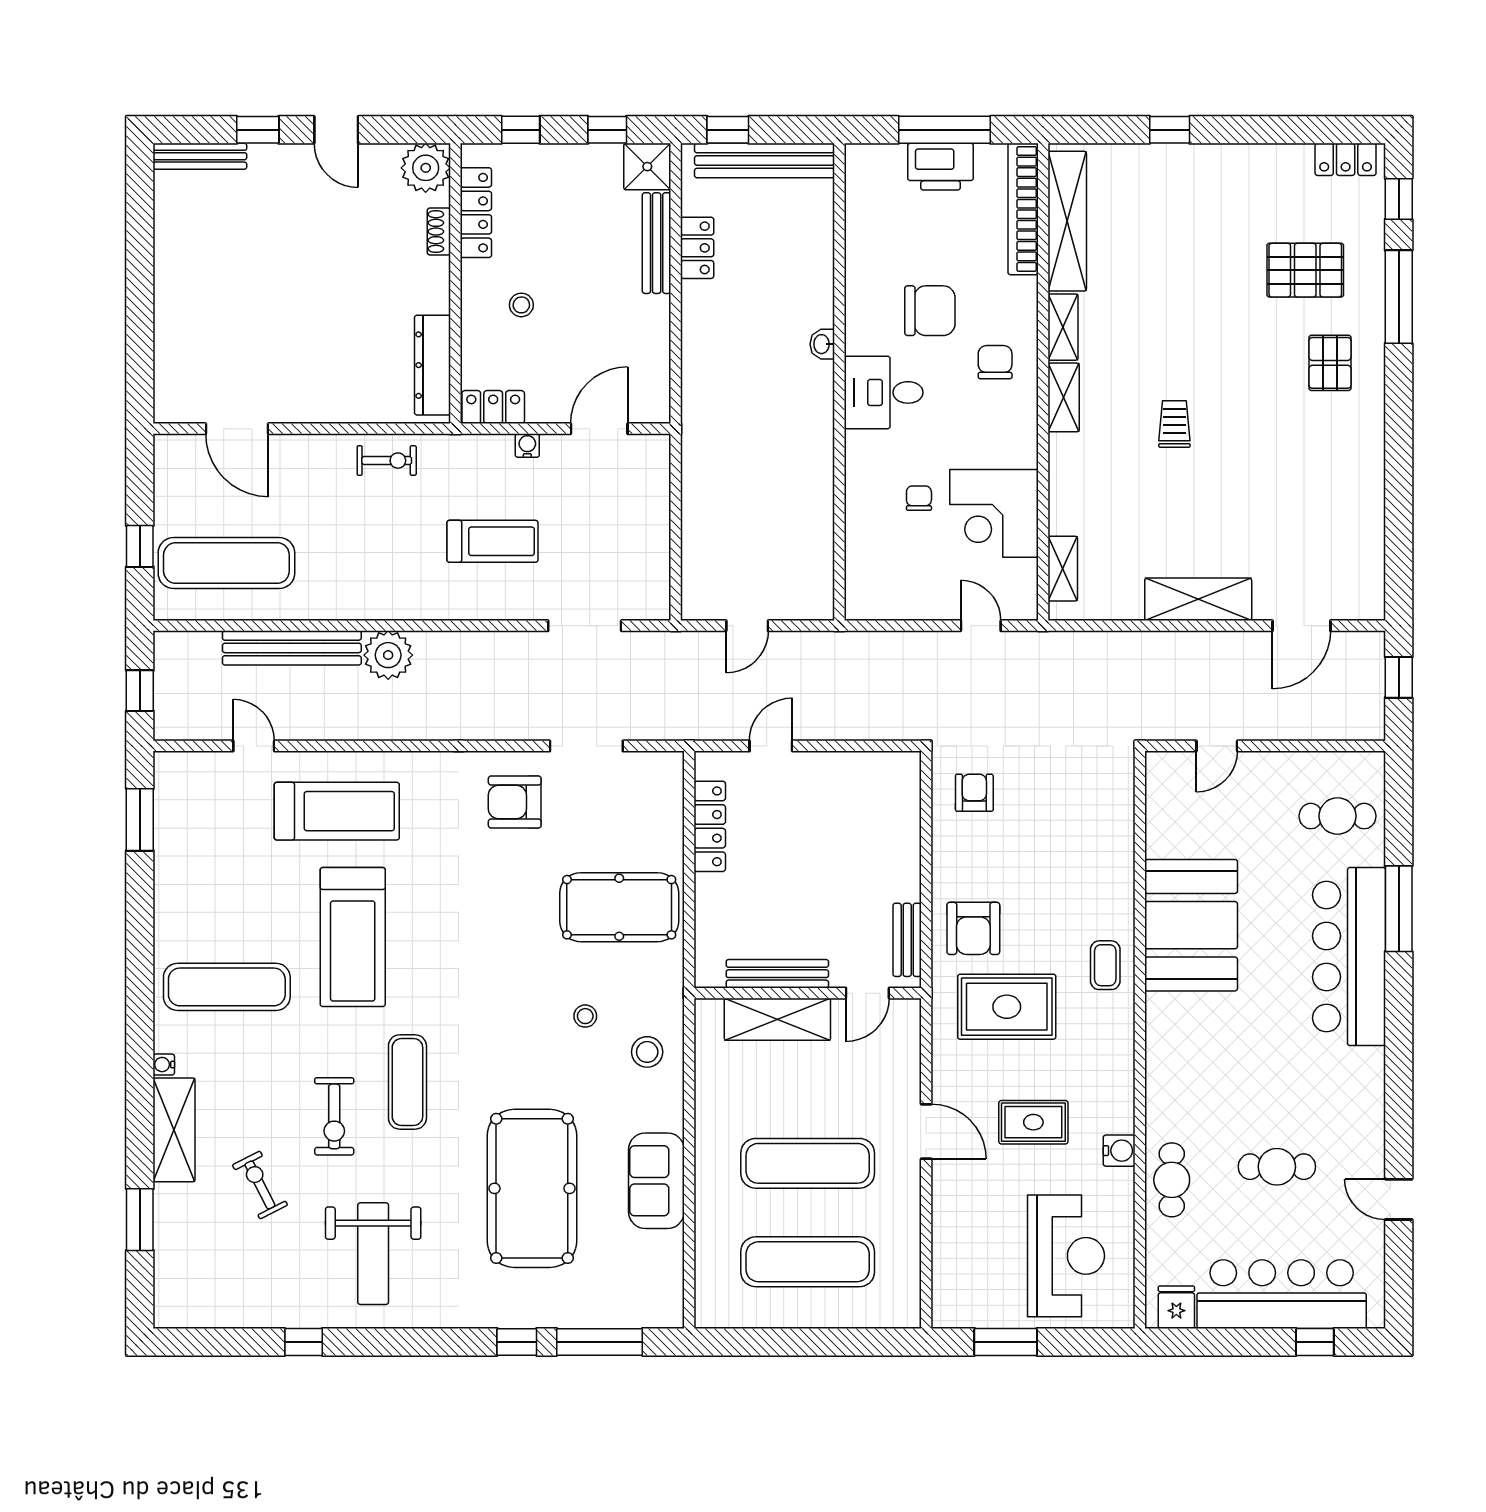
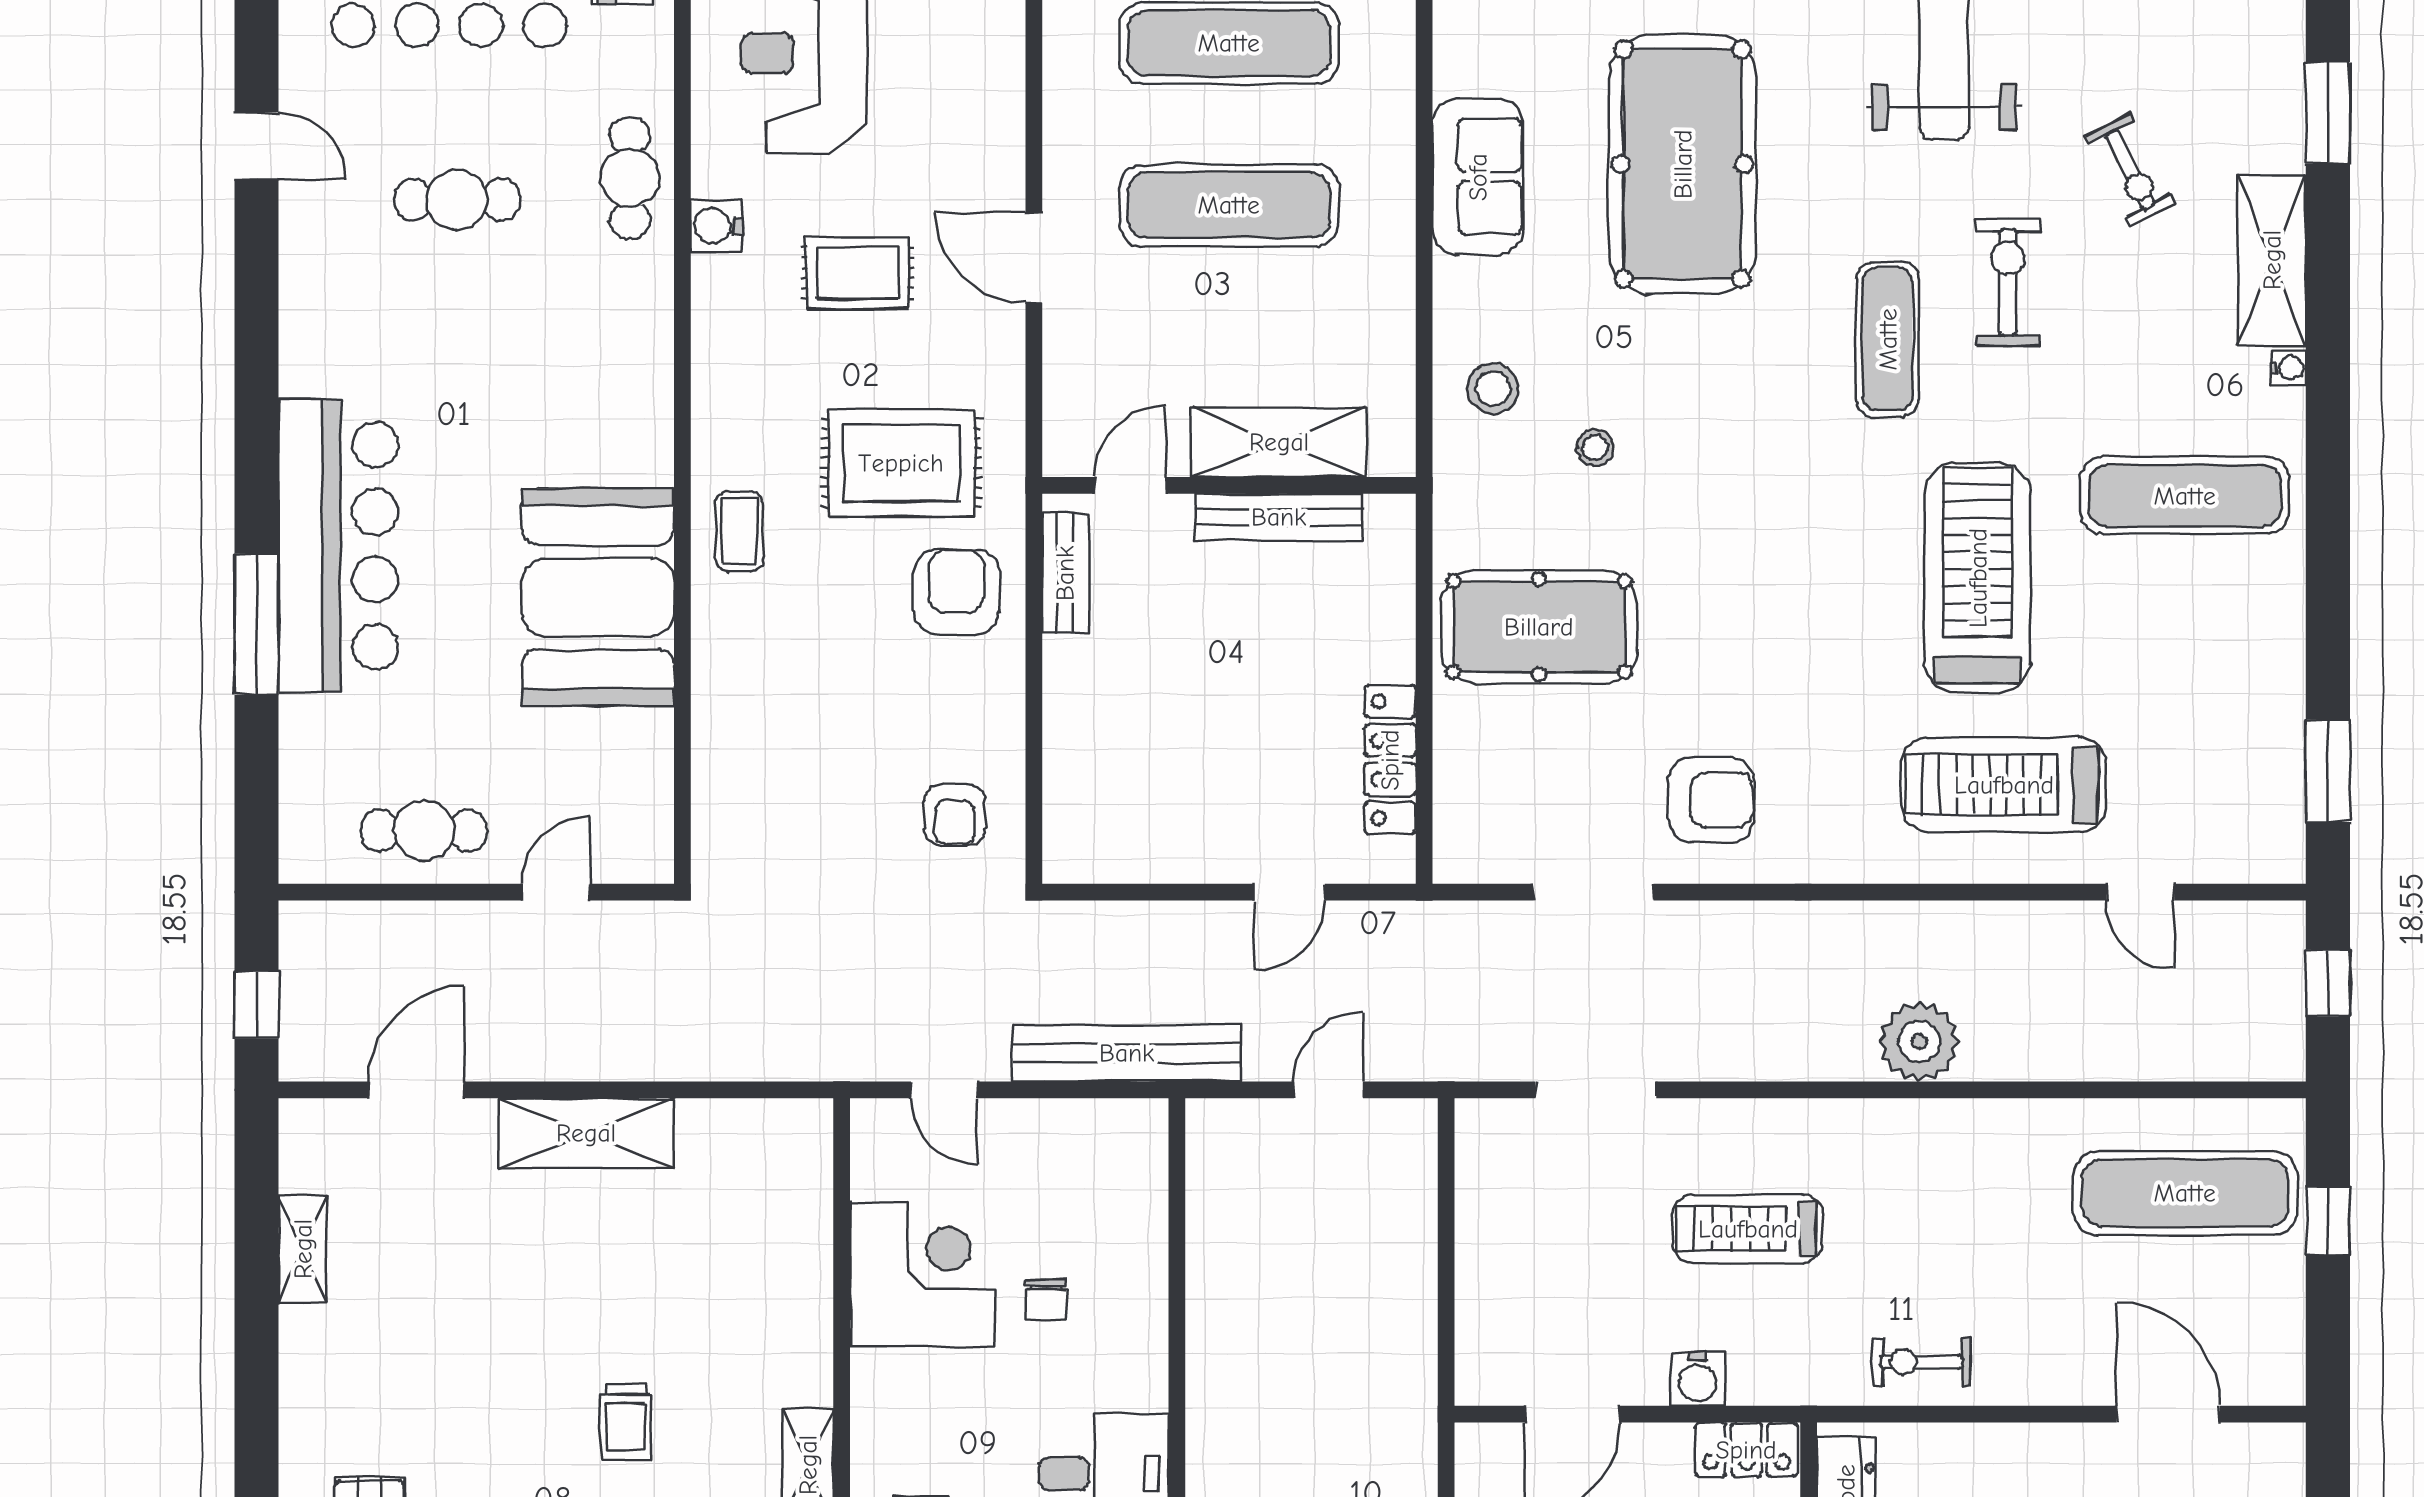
water cooler: (527, 446) -> (1698, 1379), width x1.38, depth x1.38
shelving: (1063, 569) -> (303, 1249), moved
bench: (292, 648) -> (1127, 1053), moved
cafe table: (1338, 816) -> (424, 830), moved

